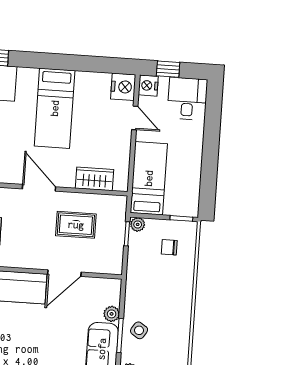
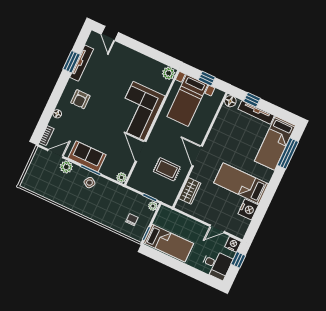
nightstand: (123, 87) -> (248, 209), moved, turned -90
bed: (149, 178) -> (168, 243), moved
door: (39, 188) -> (197, 156), swing flipped
rug: (76, 225) -> (167, 169), turned 90
plant: (112, 314) -> (122, 177), moved

